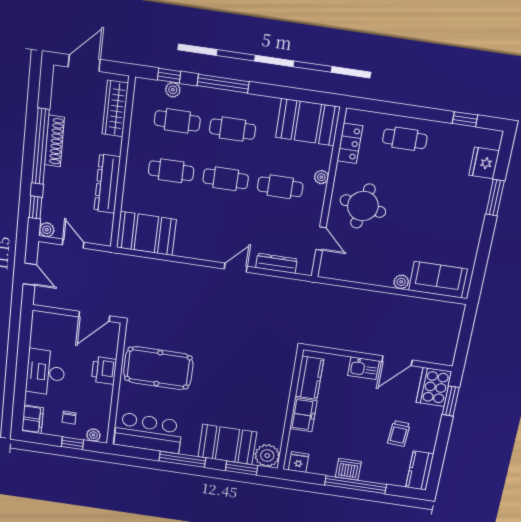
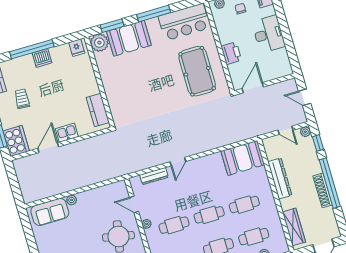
plant: (321, 177) -> (147, 224), moved
pool table: (158, 368) -> (197, 71), turned 90
freezer: (303, 415) -> (90, 83), removed

